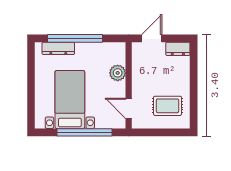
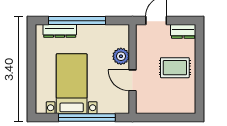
rug: (167, 106) -> (175, 68), moved
door: (129, 108) -> (132, 80), moved

